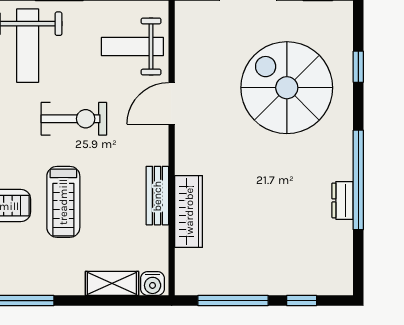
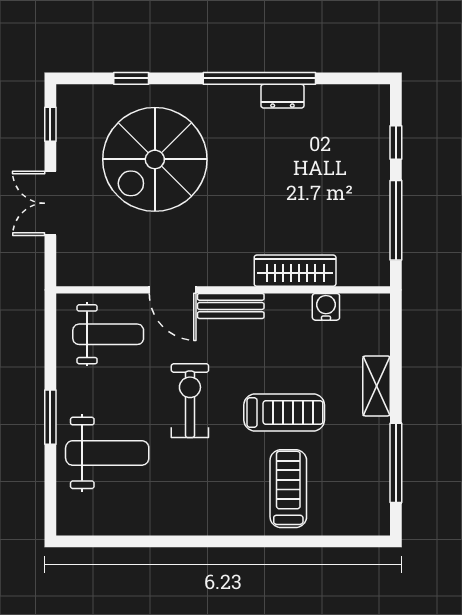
weight bench: (132, 47) -> (108, 334), turned -90
bench: (157, 196) -> (231, 306), moved
shelving: (112, 283) -> (377, 386), moved
water cooler: (153, 284) -> (326, 307), moved, turned -90

